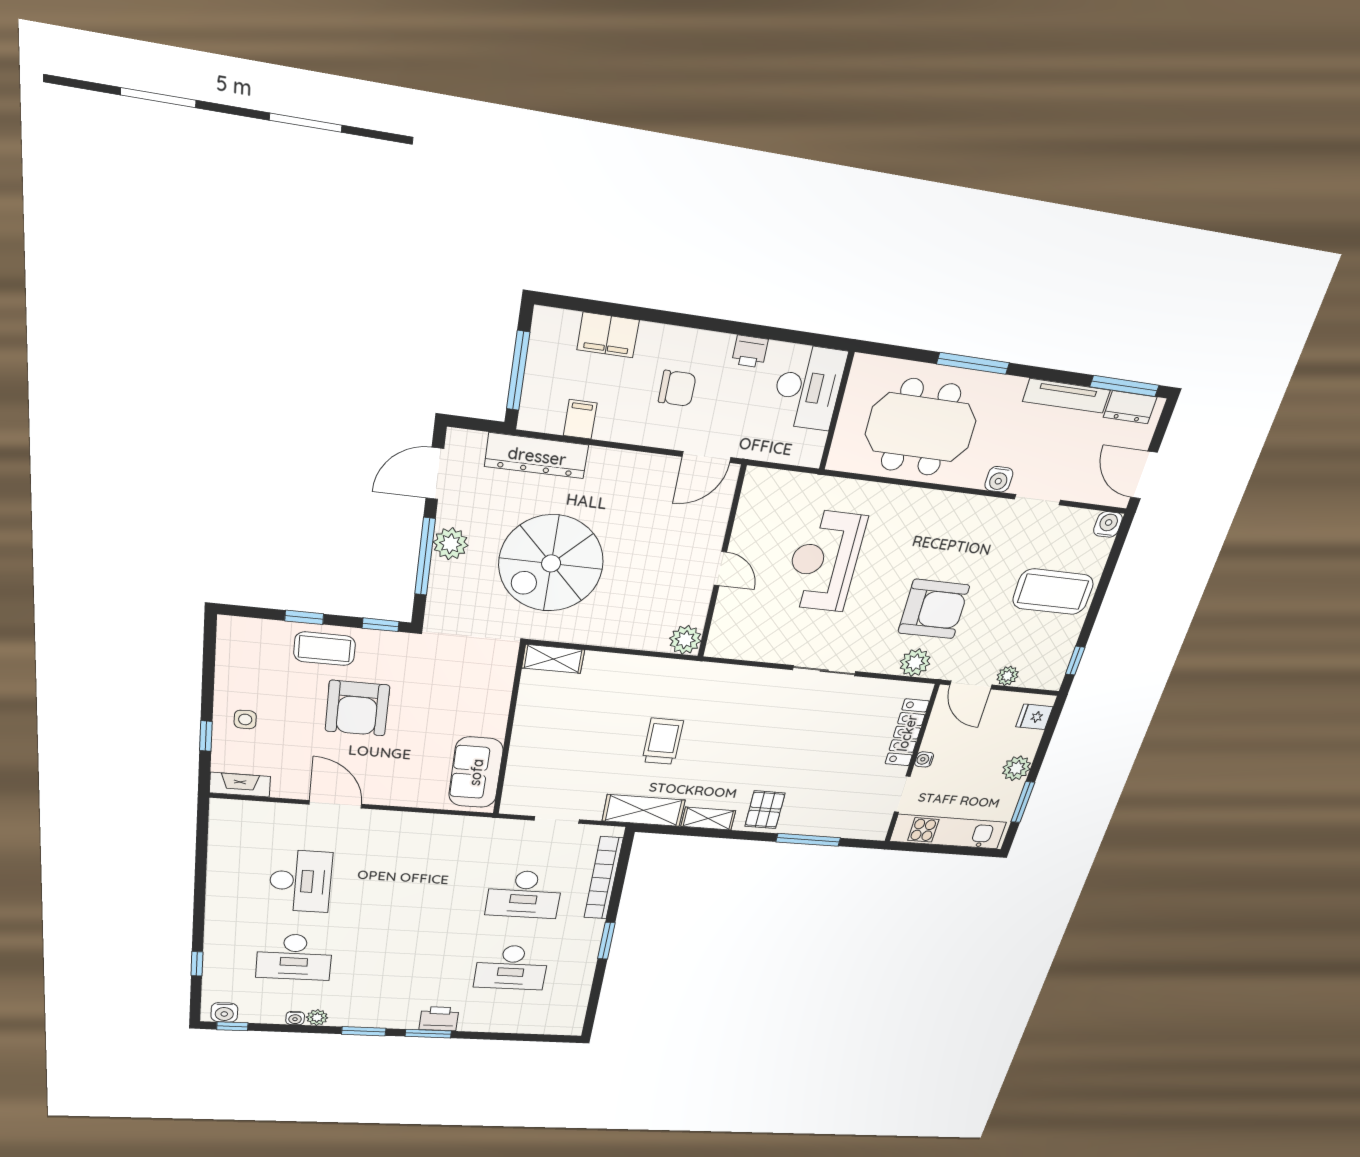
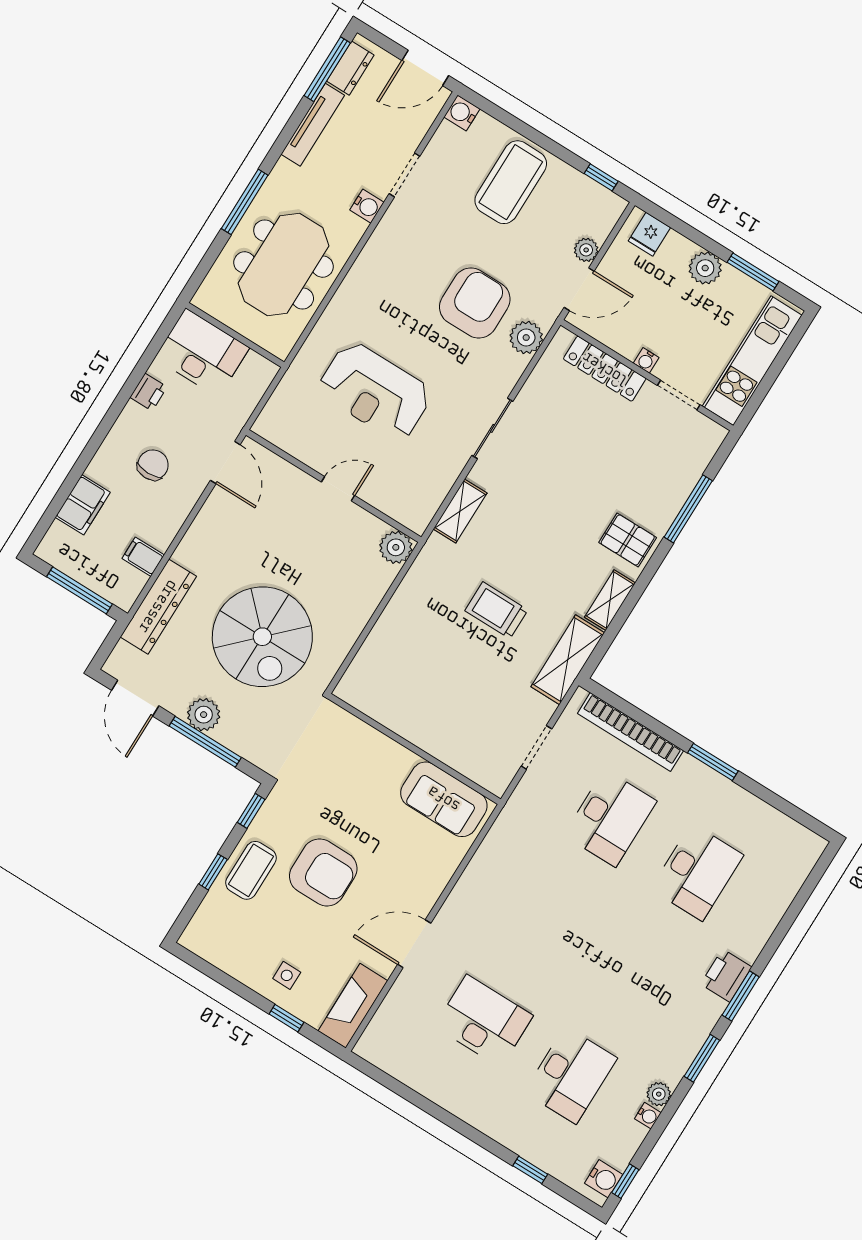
shelving: (553, 659) -> (460, 511), moved
fireplace: (240, 785) -> (353, 1006), width x1.37, depth x1.32

